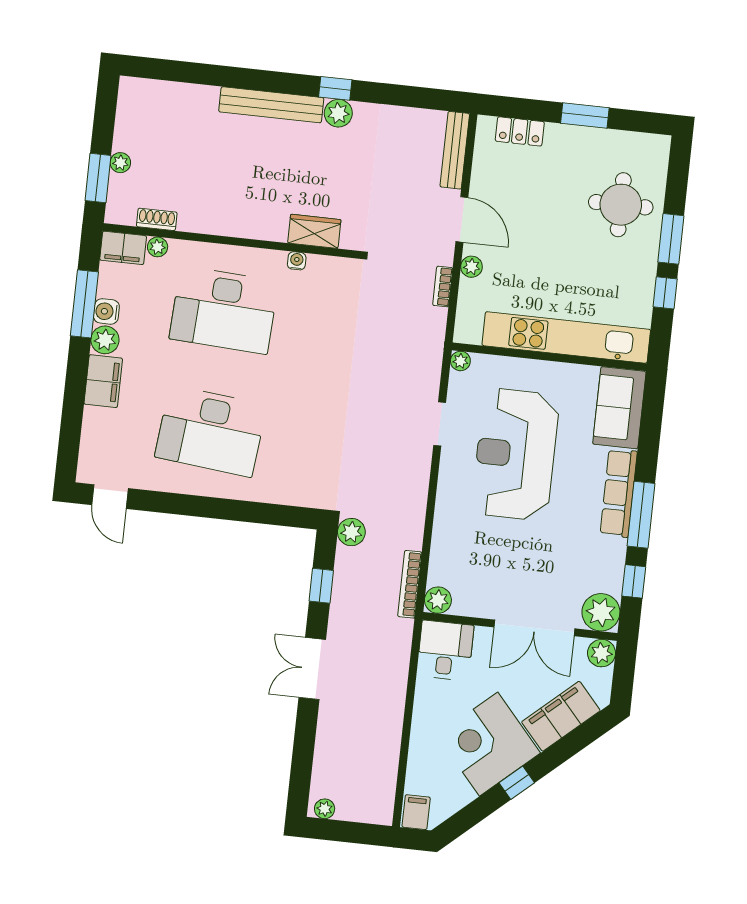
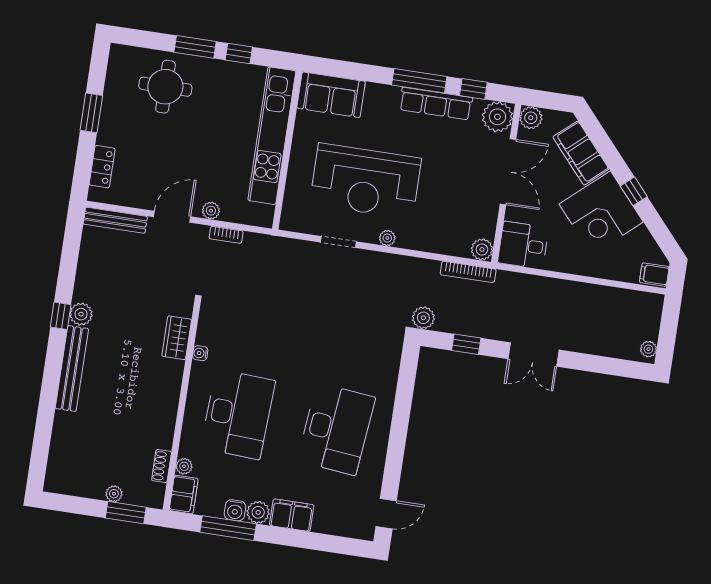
plant: (460, 361) -> (387, 238), moved
row of seats: (619, 493) -> (436, 104), moved

